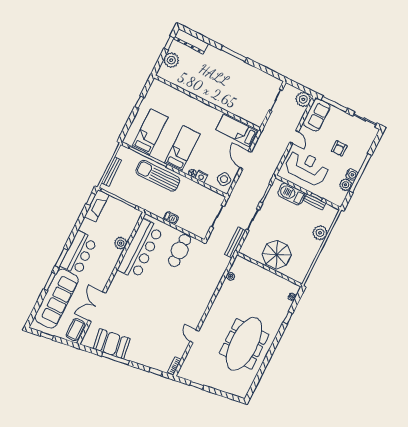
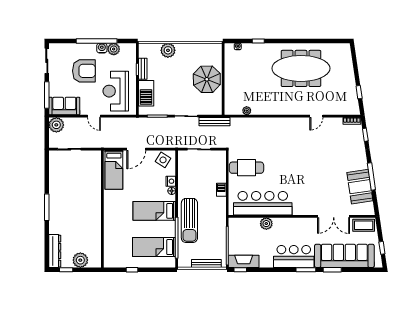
door: (294, 137) -> (94, 116), swing flipped
armchair: (339, 148) -> (84, 71), width x1.88, depth x1.88

